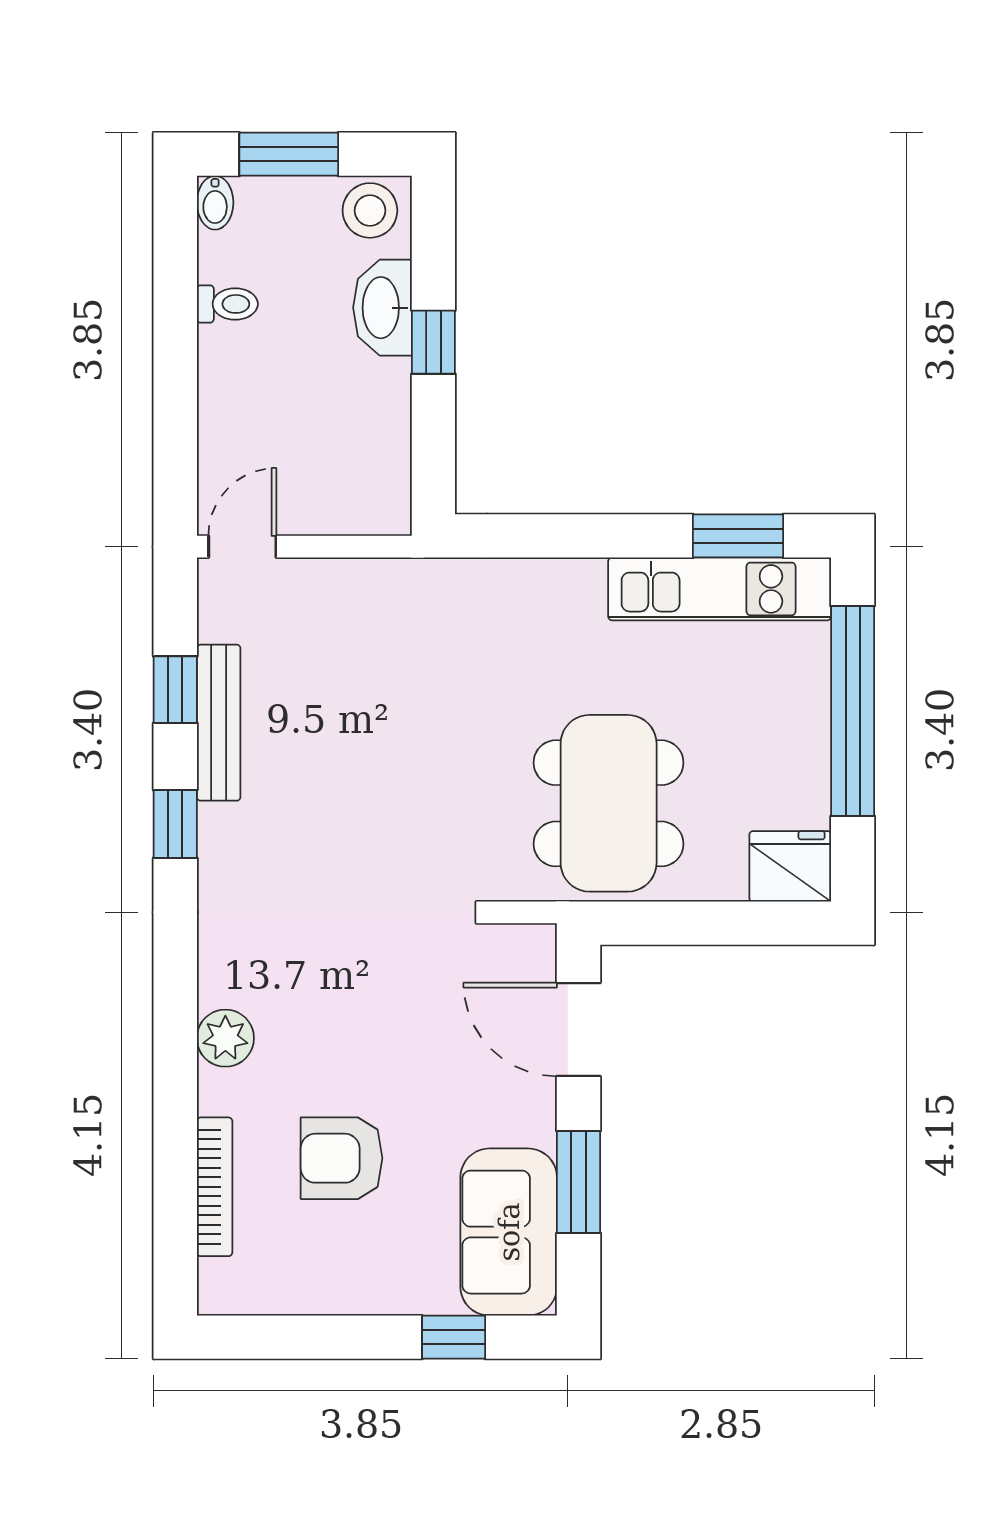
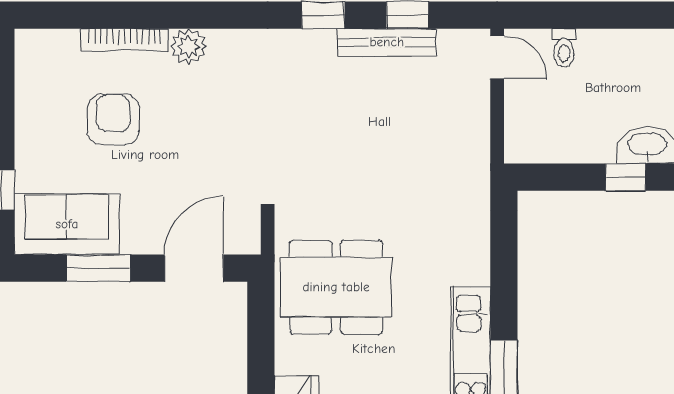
toilet: (227, 304) -> (564, 48), moved
bookcase: (215, 1187) -> (124, 40), moved

